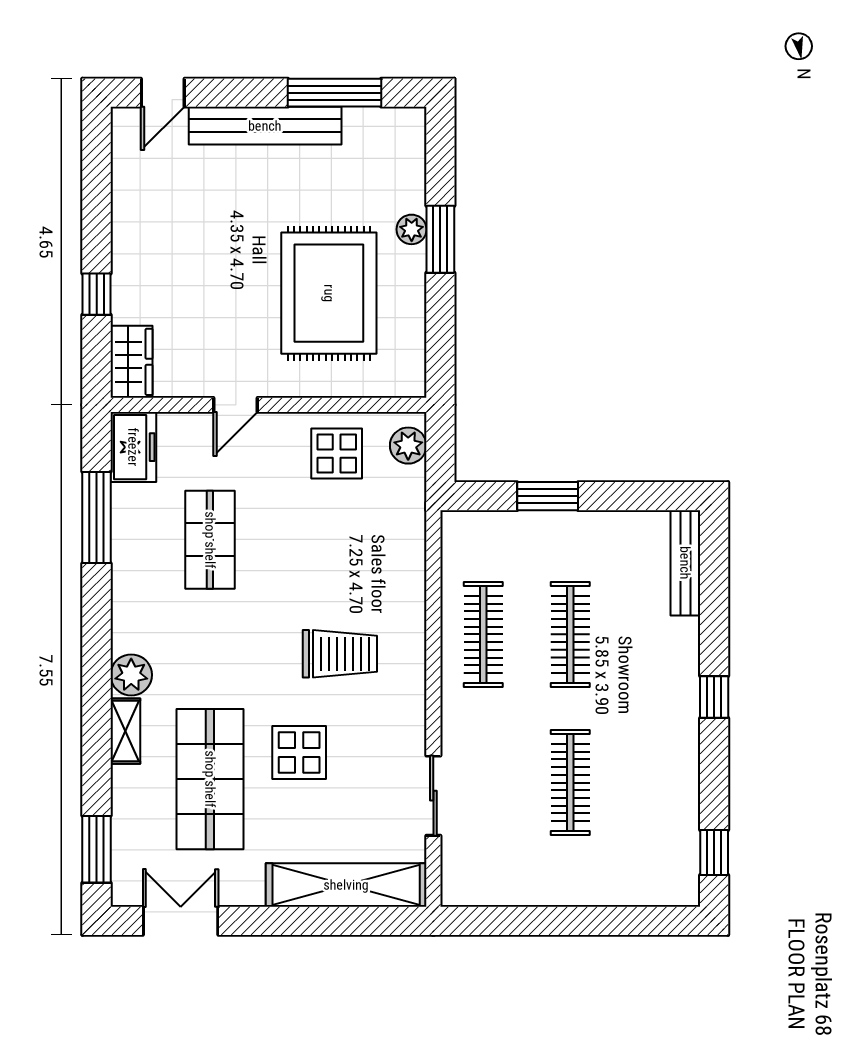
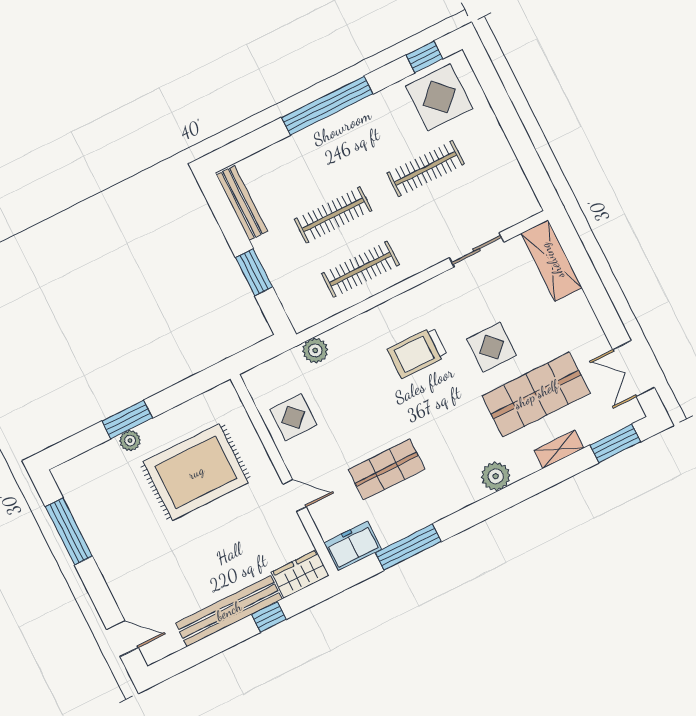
bench: (265, 126) -> (229, 611), moved, turned 90
plant: (408, 446) -> (315, 350), moved
bench: (685, 563) -> (242, 203), moved, turned 90
trolley: (340, 654) -> (417, 353), turned -90
window: (714, 697) -> (327, 106), width x3.17
shelving: (125, 731) -> (559, 449), moved
display table: (653, 846) -> (439, 97), added
shelving: (346, 885) -> (552, 261), width x0.68

